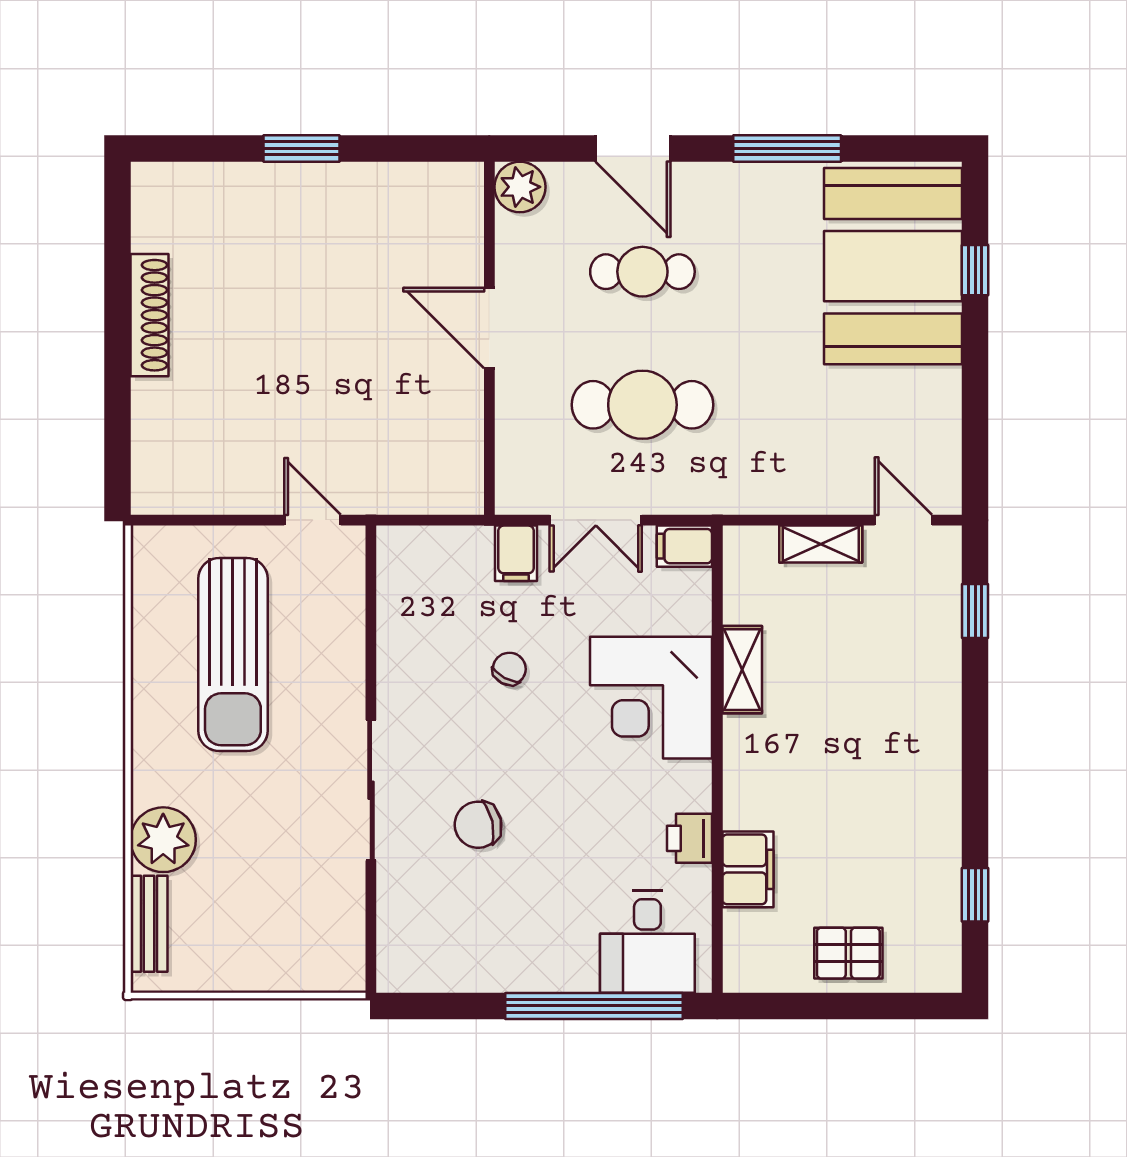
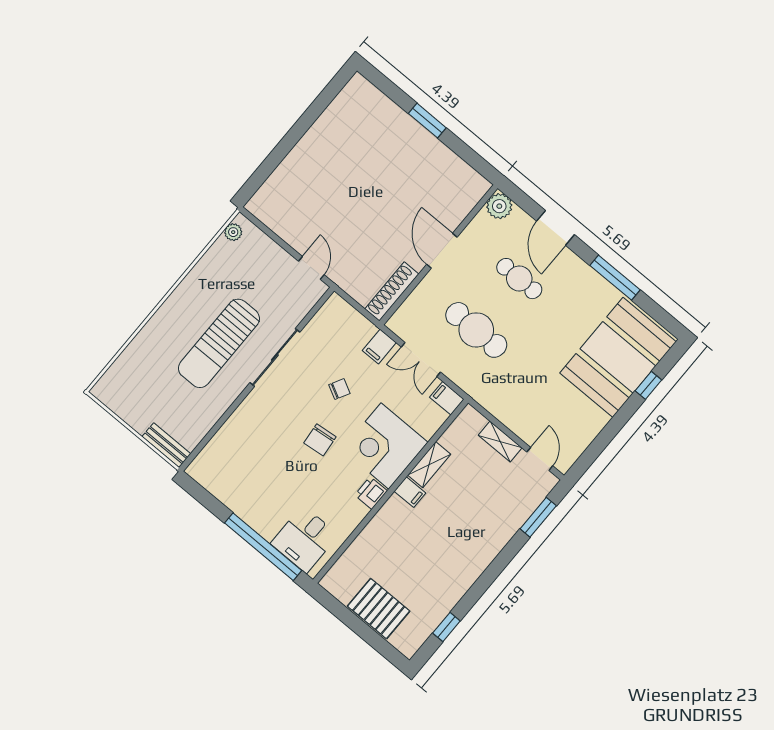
shoe rack: (150, 315) -> (392, 292), moved, turned 180
window: (975, 611) -> (538, 517), width x1.50
sun lounger: (233, 655) -> (219, 343), moved
sliding door: (371, 790) -> (275, 357), moved
chair: (478, 825) -> (320, 440), moved, turned -83
printer: (690, 838) -> (371, 493), moved
plant: (163, 840) -> (233, 232), moved, width x0.53, depth x0.53
filing cabinet: (748, 869) -> (410, 492), moved, width x0.50
bench: (149, 924) -> (166, 445), moved, turned 90
pallet: (848, 953) -> (379, 609), width x1.50, depth x1.42

